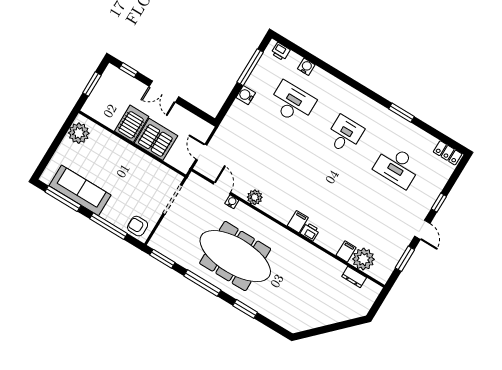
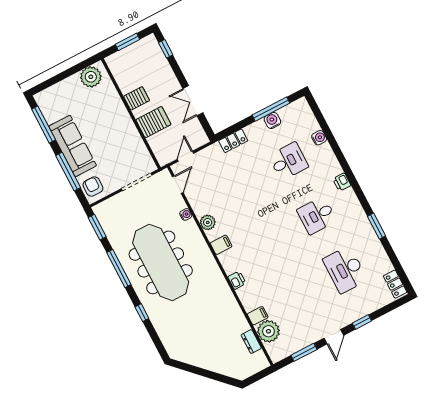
printer: (281, 52) -> (342, 182), moved
double door: (164, 92) -> (193, 101), moved
water cooler: (246, 95) -> (272, 120), moved
desk: (292, 103) -> (288, 161), width x0.73
locker: (234, 114) -> (233, 141), added
server rack: (132, 124) -> (137, 98), width x0.73, depth x0.70
desk: (345, 135) -> (317, 215), turned 180
server rack: (156, 139) -> (153, 122), width x0.62
door: (222, 188) -> (178, 185), moved
sofa: (80, 190) -> (73, 146), moved
filing cabinet: (298, 222) -> (221, 245), moved
window: (245, 309) -> (142, 313), width x0.67

